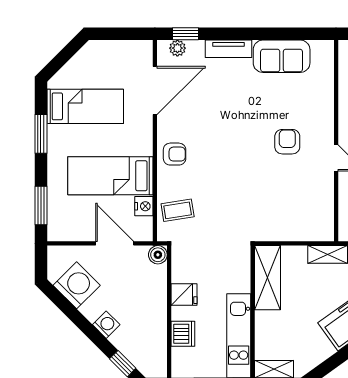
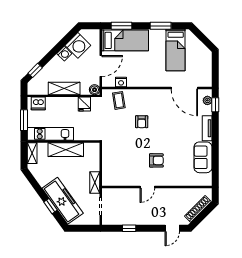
armchair: (175, 154) -> (142, 122), moved
bed: (110, 176) -> (125, 40), moved, turned 90
shelving: (268, 278) -> (66, 150), moved
fridge: (184, 295) -> (84, 104), moved
shelving: (156, 310) -> (64, 88), added
washing machine: (106, 325) -> (64, 54), moved
dishwasher: (183, 334) -> (38, 103), moved

